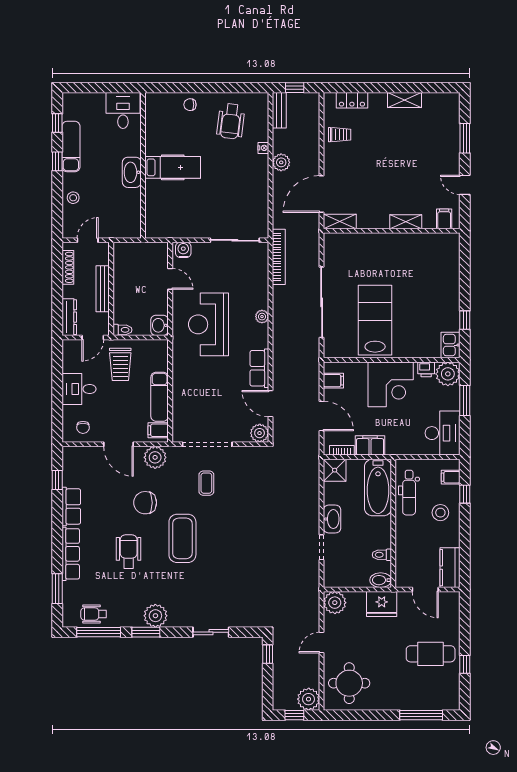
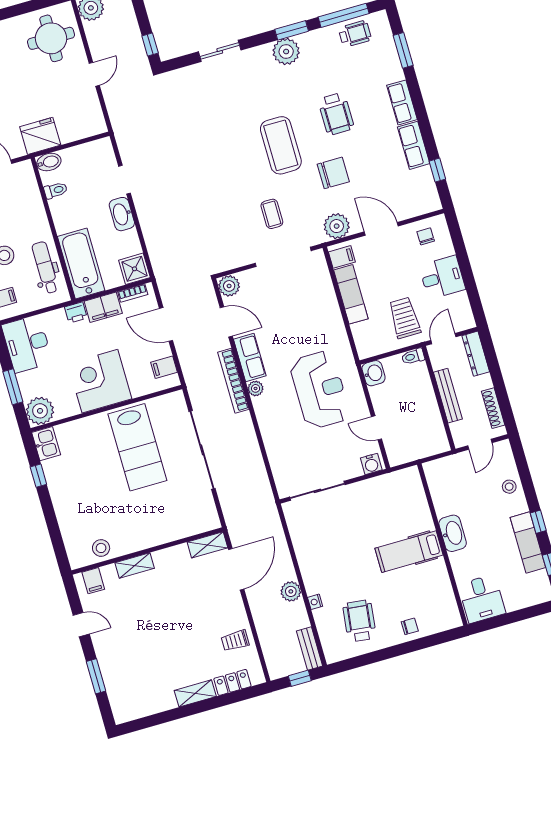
shelving: (405, 100) -> (195, 693), moved
stool: (430, 244) -> (101, 548), added
bookcase: (279, 257) -> (233, 381), moved
plant: (262, 317) -> (256, 388), moved
printer: (426, 369) -> (76, 313), moved, turned 180
row of seats: (71, 554) -> (402, 102), width x0.68
plant: (335, 603) -> (92, 123), removed

